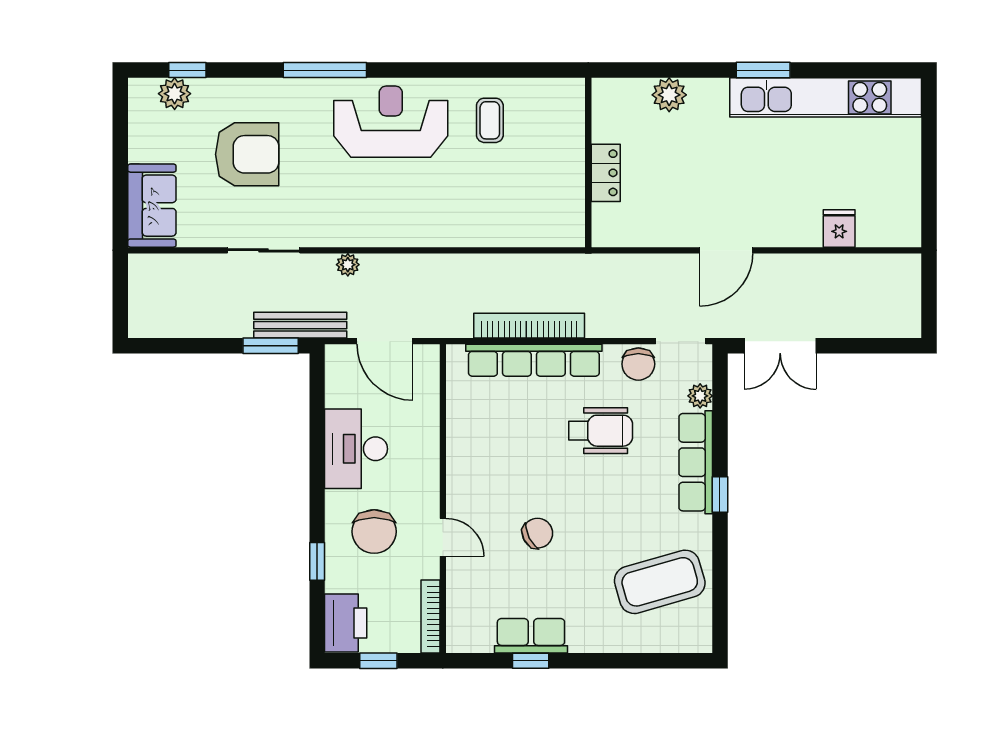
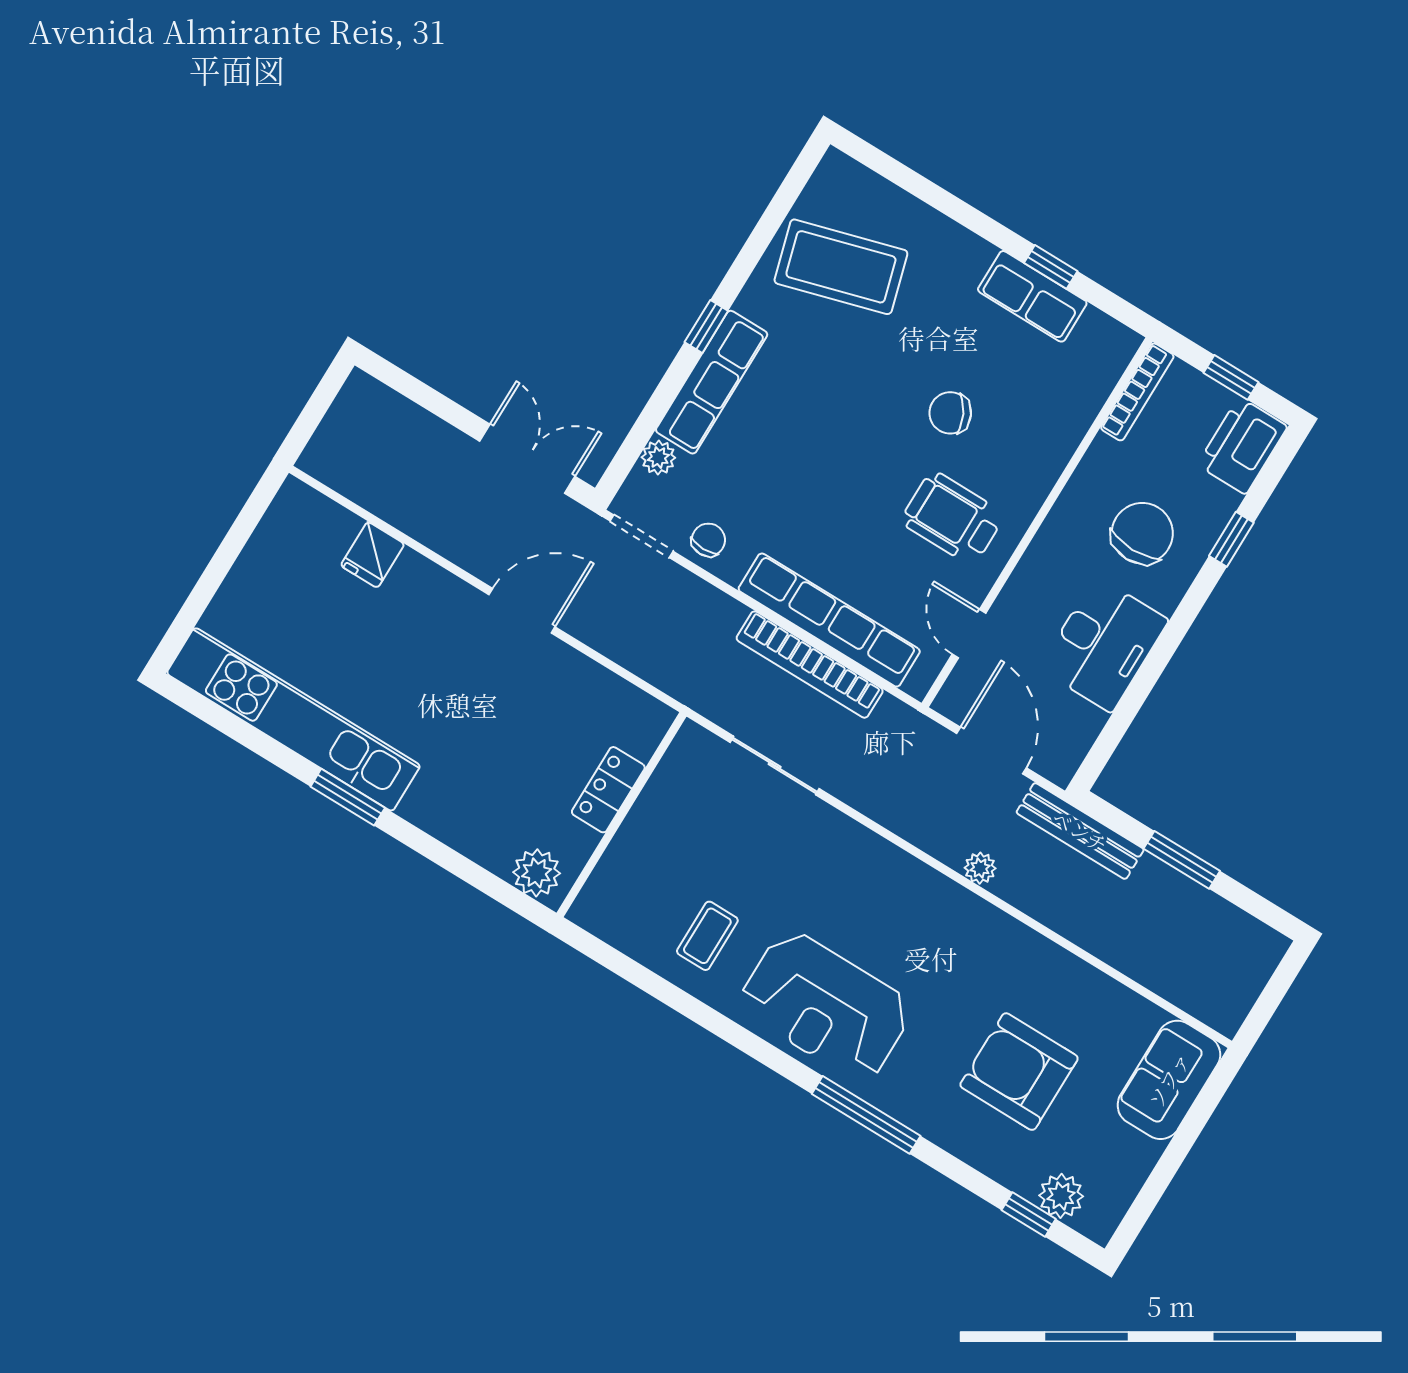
plant: (669, 95) -> (537, 873), moved
sliding door: (264, 250) -> (775, 766), moved
window: (271, 346) -> (1182, 860), moved
chair: (638, 364) -> (708, 540), width x0.73, depth x0.73
wheelchair: (601, 431) -> (953, 518), moved
door: (443, 537) -> (969, 634), moved

